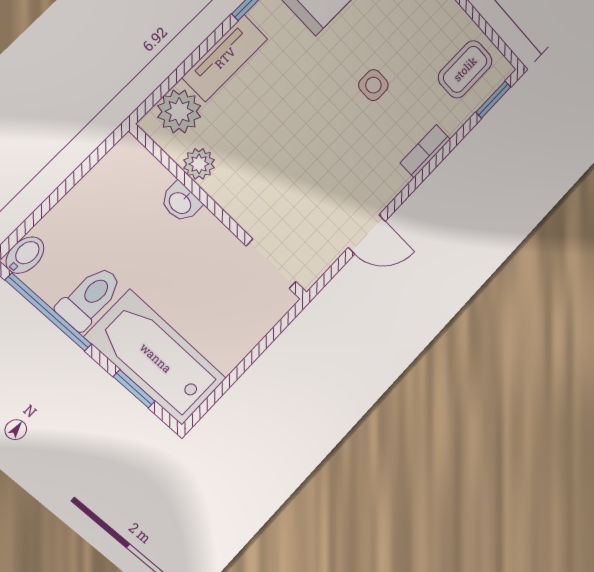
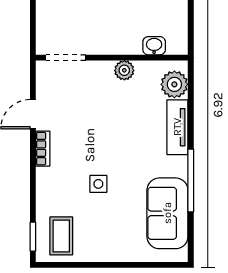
bookcase: (425, 151) -> (43, 149), moved
plant: (199, 164) -> (124, 70), moved
washbasin: (181, 202) -> (154, 46), moved

